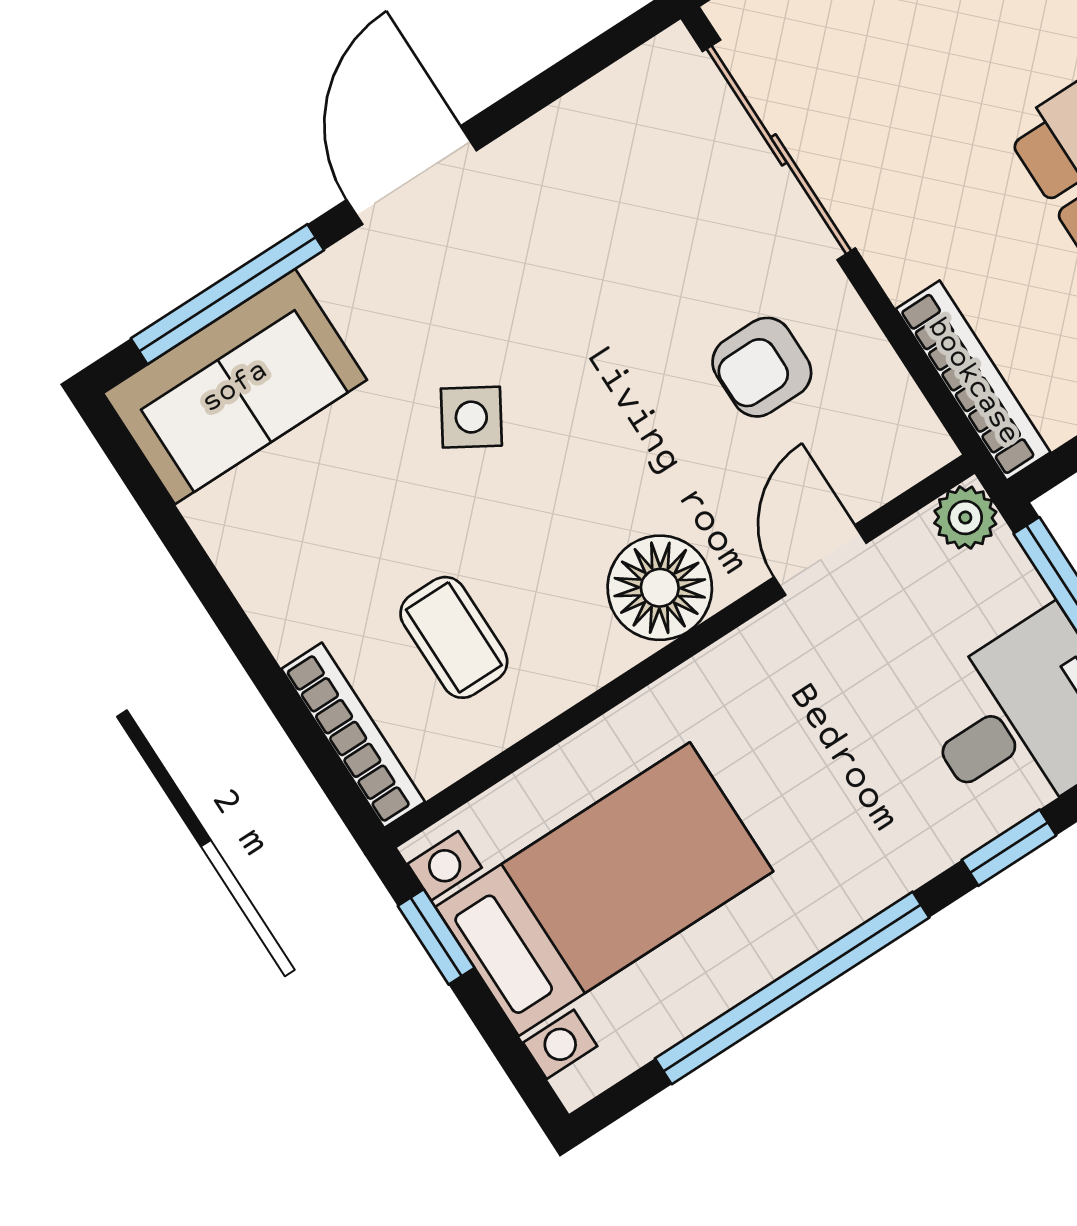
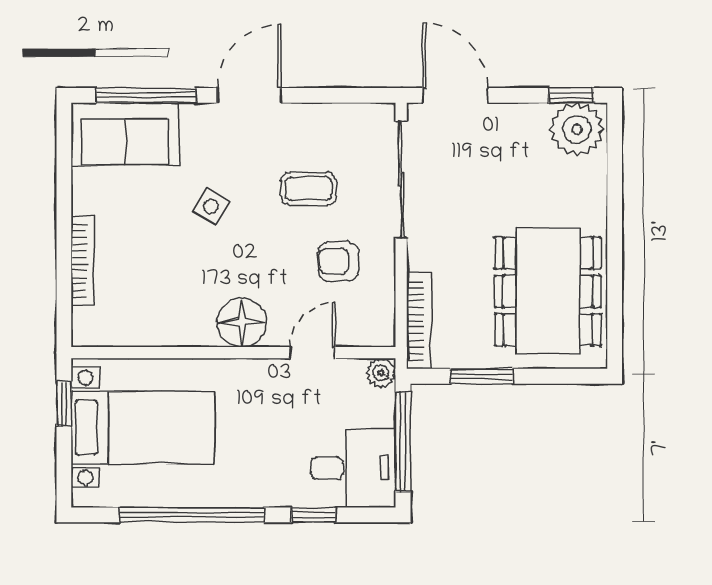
coffee table: (454, 637) -> (309, 189), moved, turned 90
bookcase: (353, 735) -> (83, 261), moved

